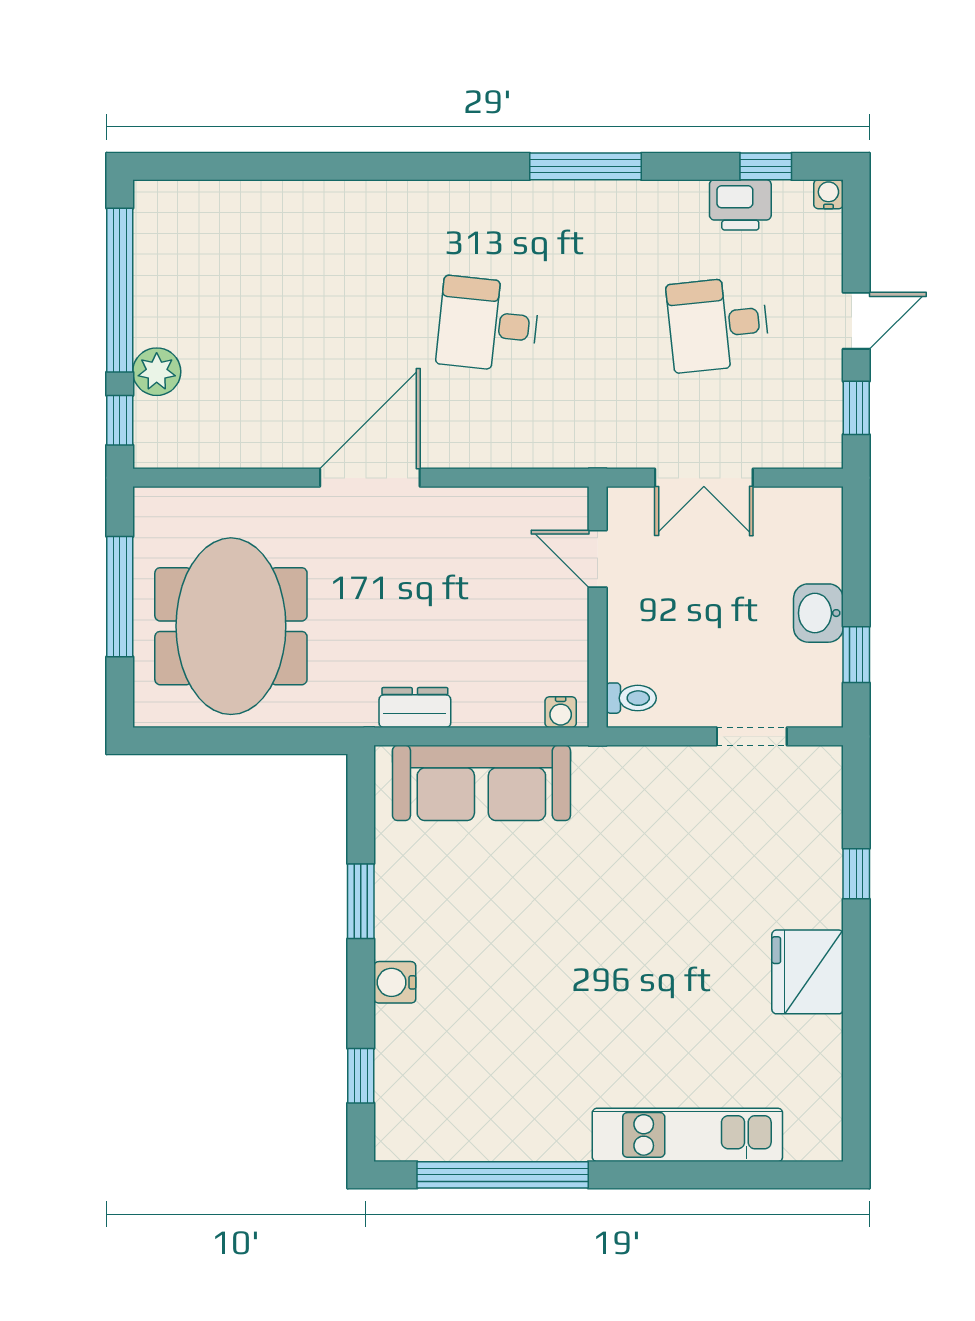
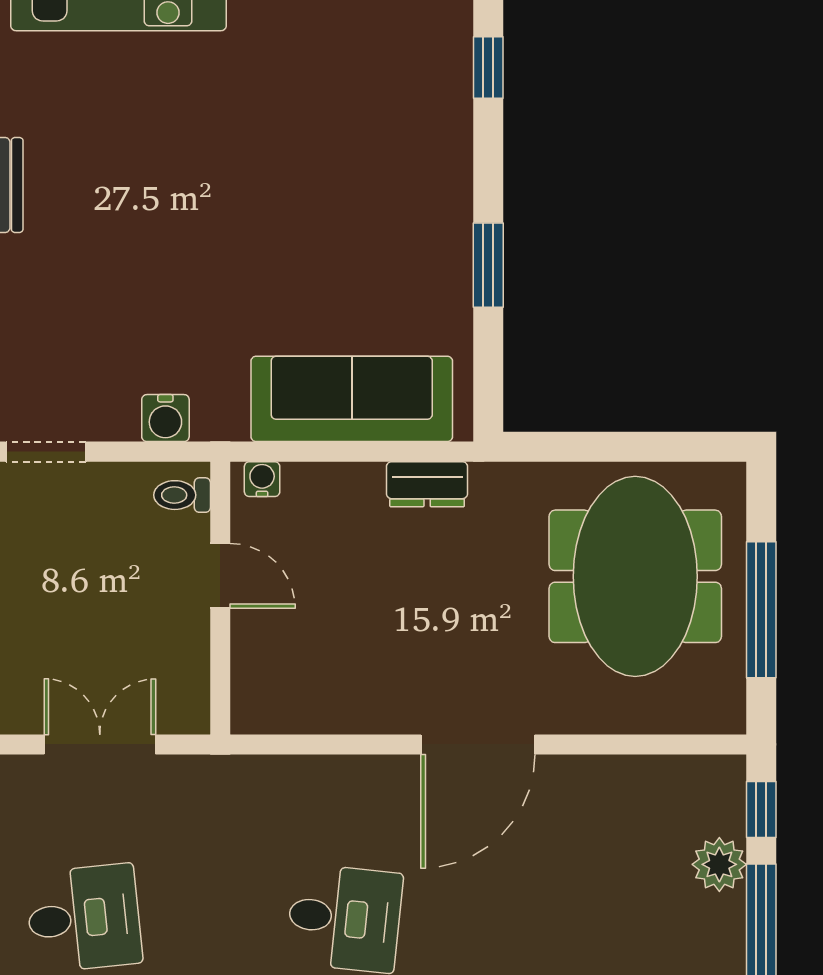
door: (598, 559) -> (220, 576), moved
water cooler: (395, 982) -> (165, 418), moved, turned 90

